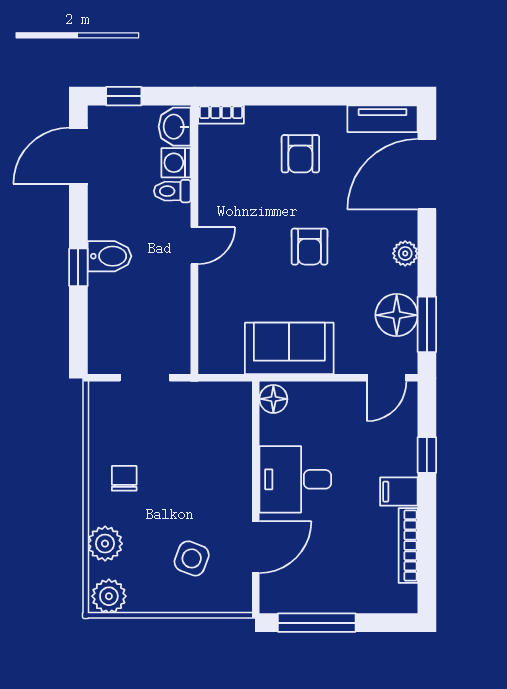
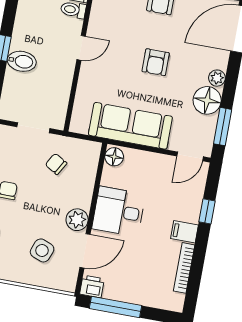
bidet: (110, 256) -> (22, 61), moved
floor lamp: (397, 315) -> (207, 100), moved
sofa: (289, 348) -> (130, 126), width x1.36
chair: (189, 426) -> (56, 164), added
plant: (235, 503) -> (77, 220), added
printer: (276, 598) -> (92, 286), added

